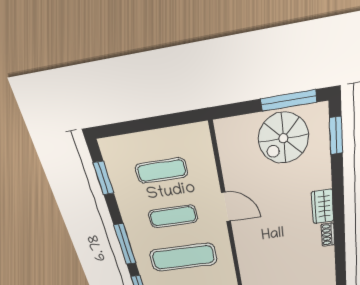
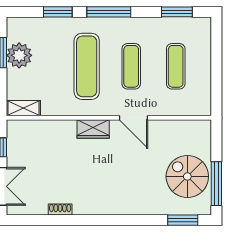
door: (226, 207) -> (133, 118), hinge flipped
wardrobe: (323, 207) -> (93, 129), moved, turned 180
shoe rack: (328, 235) -> (60, 210), moved

